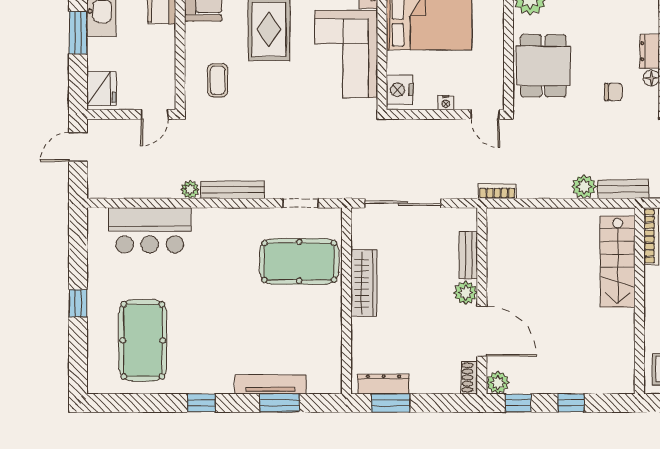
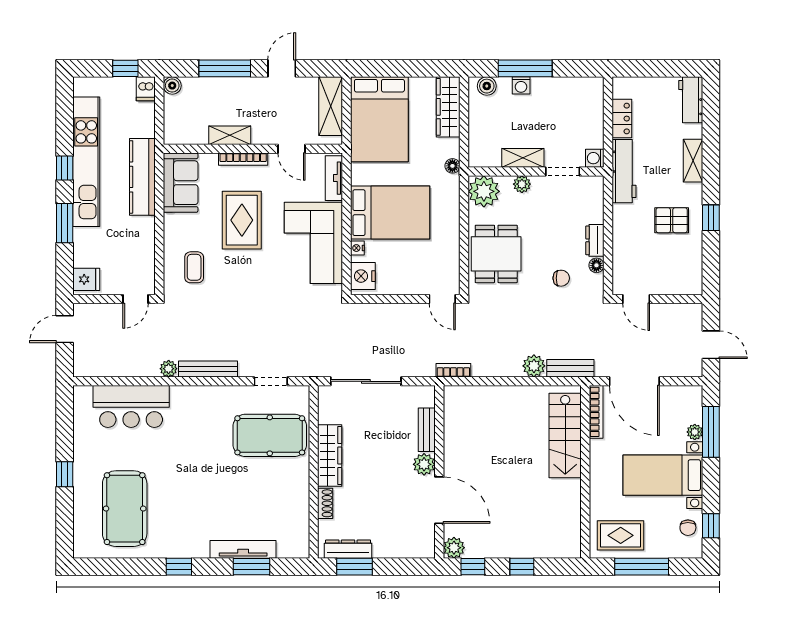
fridge: (101, 89) -> (86, 279), width x0.72
nightstand: (446, 103) -> (357, 248), moved, turned 90
shoe rack: (469, 378) -> (325, 503), moved, turned 180

